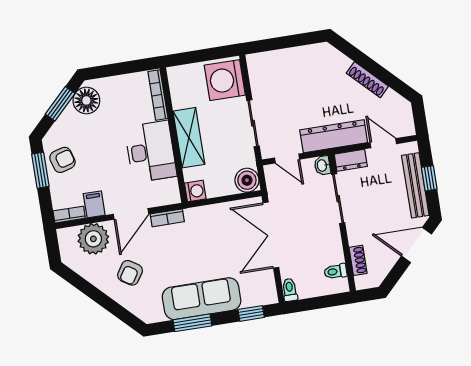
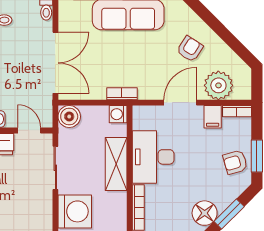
bookcase: (167, 218) -> (122, 94), moved

